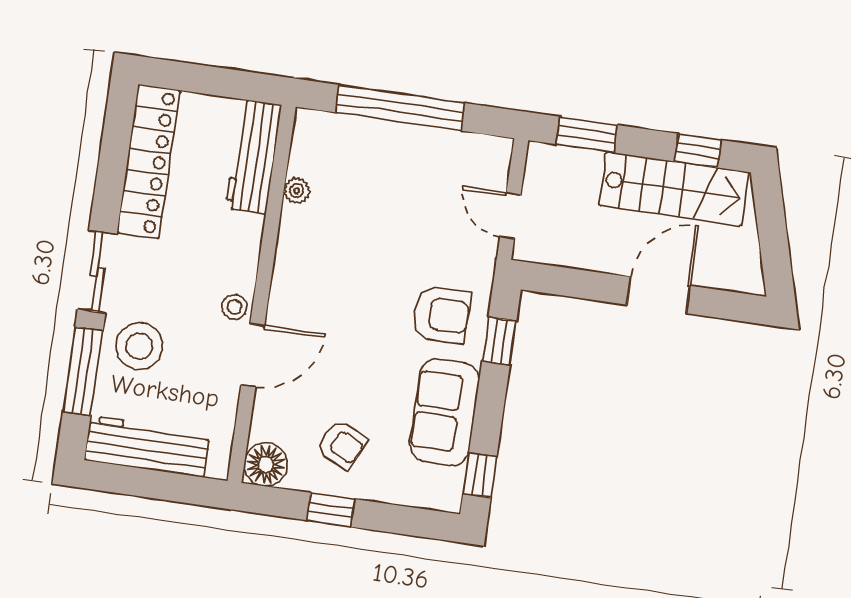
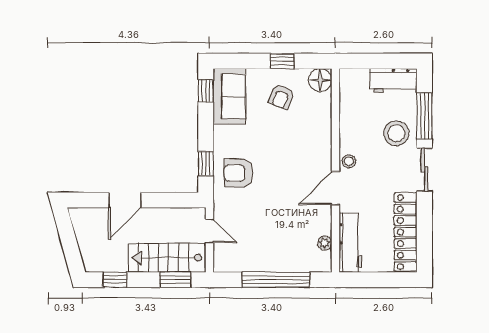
stairs: (674, 189) -> (167, 258), moved
plant: (297, 191) -> (325, 243), moved
door: (253, 355) -> (335, 188), moved
sofa: (445, 412) -> (229, 96), moved
armchair: (342, 444) -> (281, 97), turned -94
workbench: (147, 446) -> (393, 81), width x0.73

